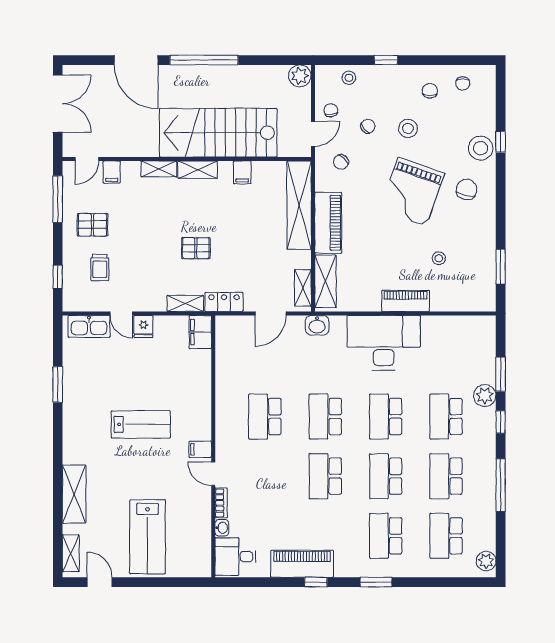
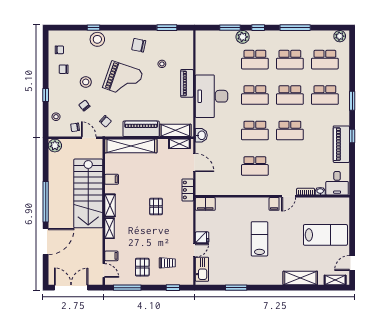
chair: (467, 189) -> (139, 45), moved
shelving: (185, 303) -> (188, 213), removed

